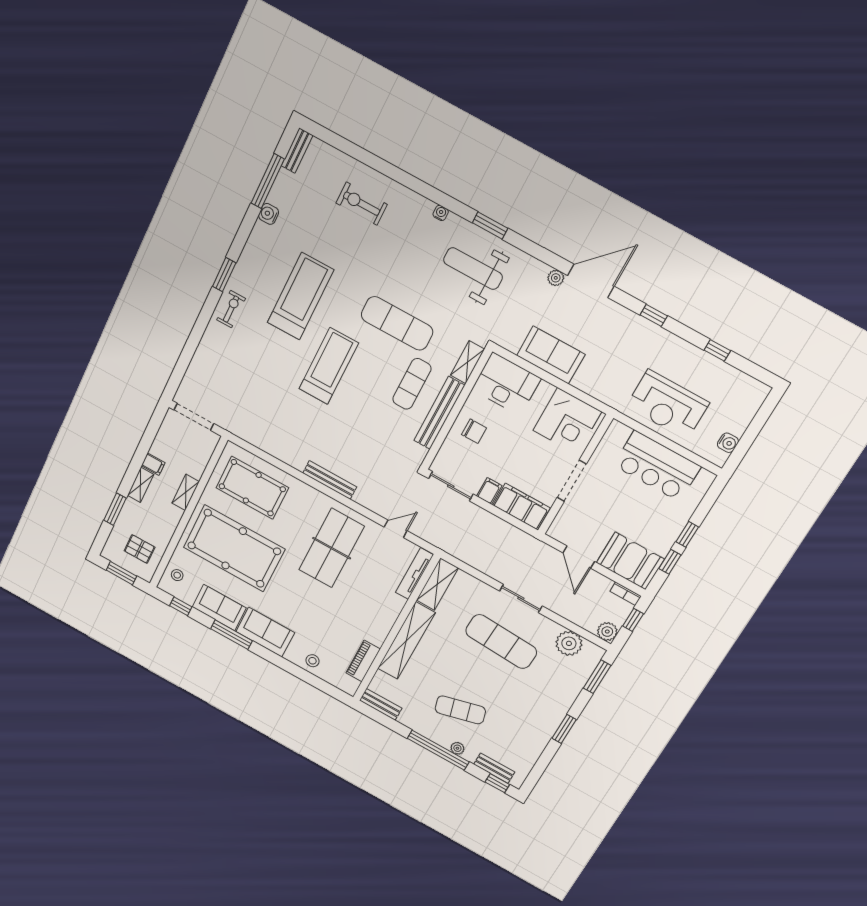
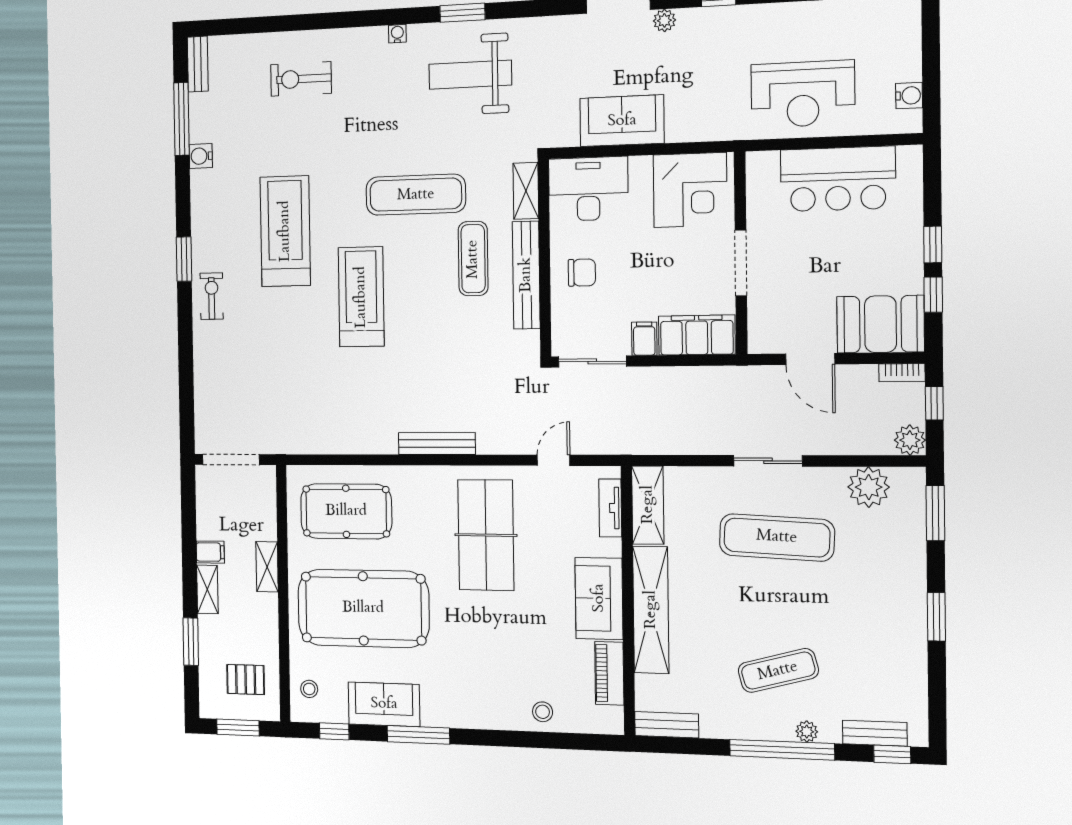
plant: (556, 278) -> (664, 20), moved
tv unit: (414, 574) -> (610, 508), width x0.71
sofa: (265, 632) -> (599, 598), moved, turned -90

